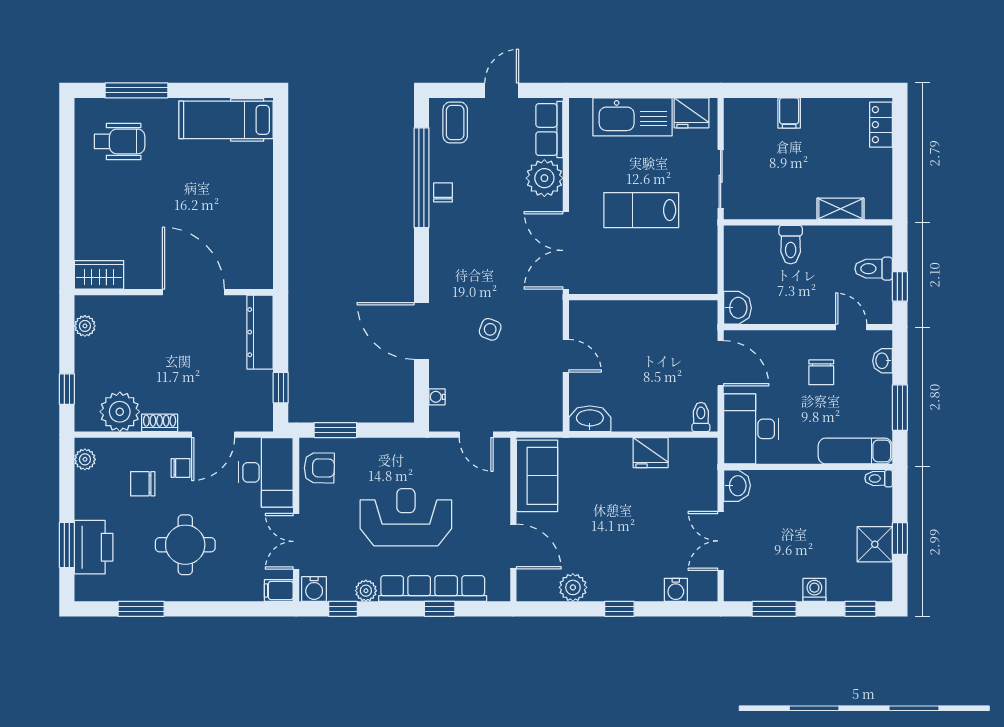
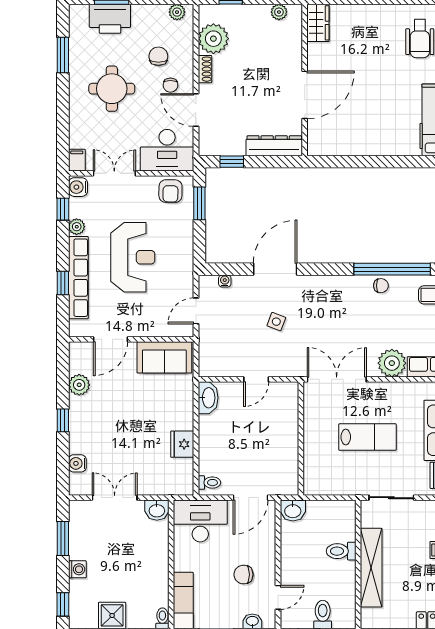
shelving: (841, 209) -> (371, 568), width x2.20, depth x1.33
lab bench: (641, 210) -> (367, 437), turned 90

